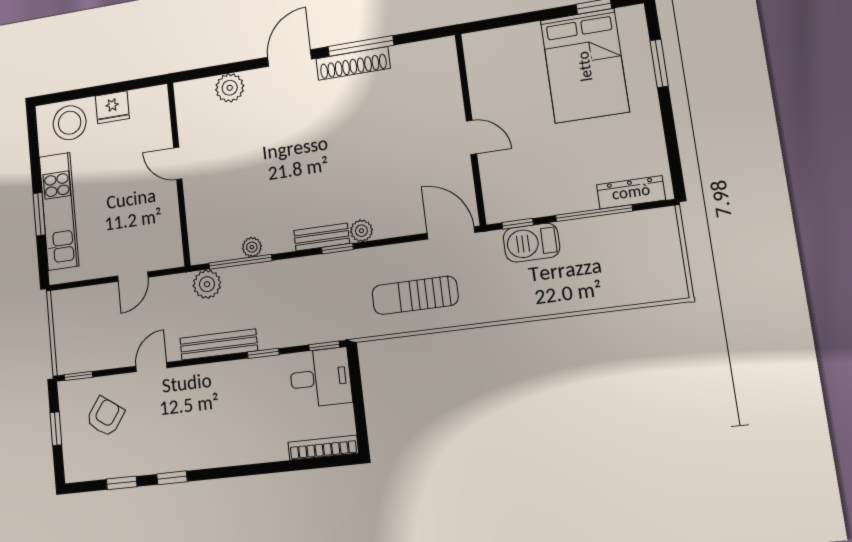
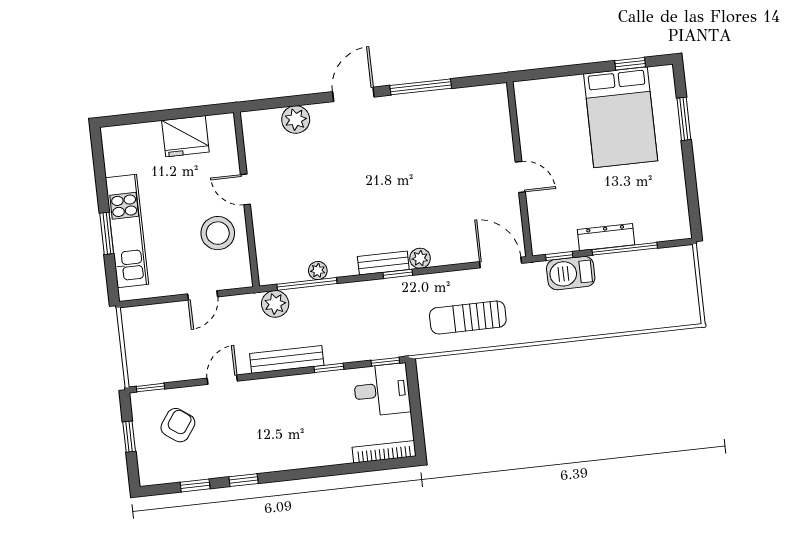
shoe rack: (353, 63) -> (413, 103), removed
fridge: (112, 107) -> (185, 136), width x1.36, depth x1.34
stool: (70, 123) -> (218, 233), moved
dresser: (631, 192) -> (606, 237), moved

